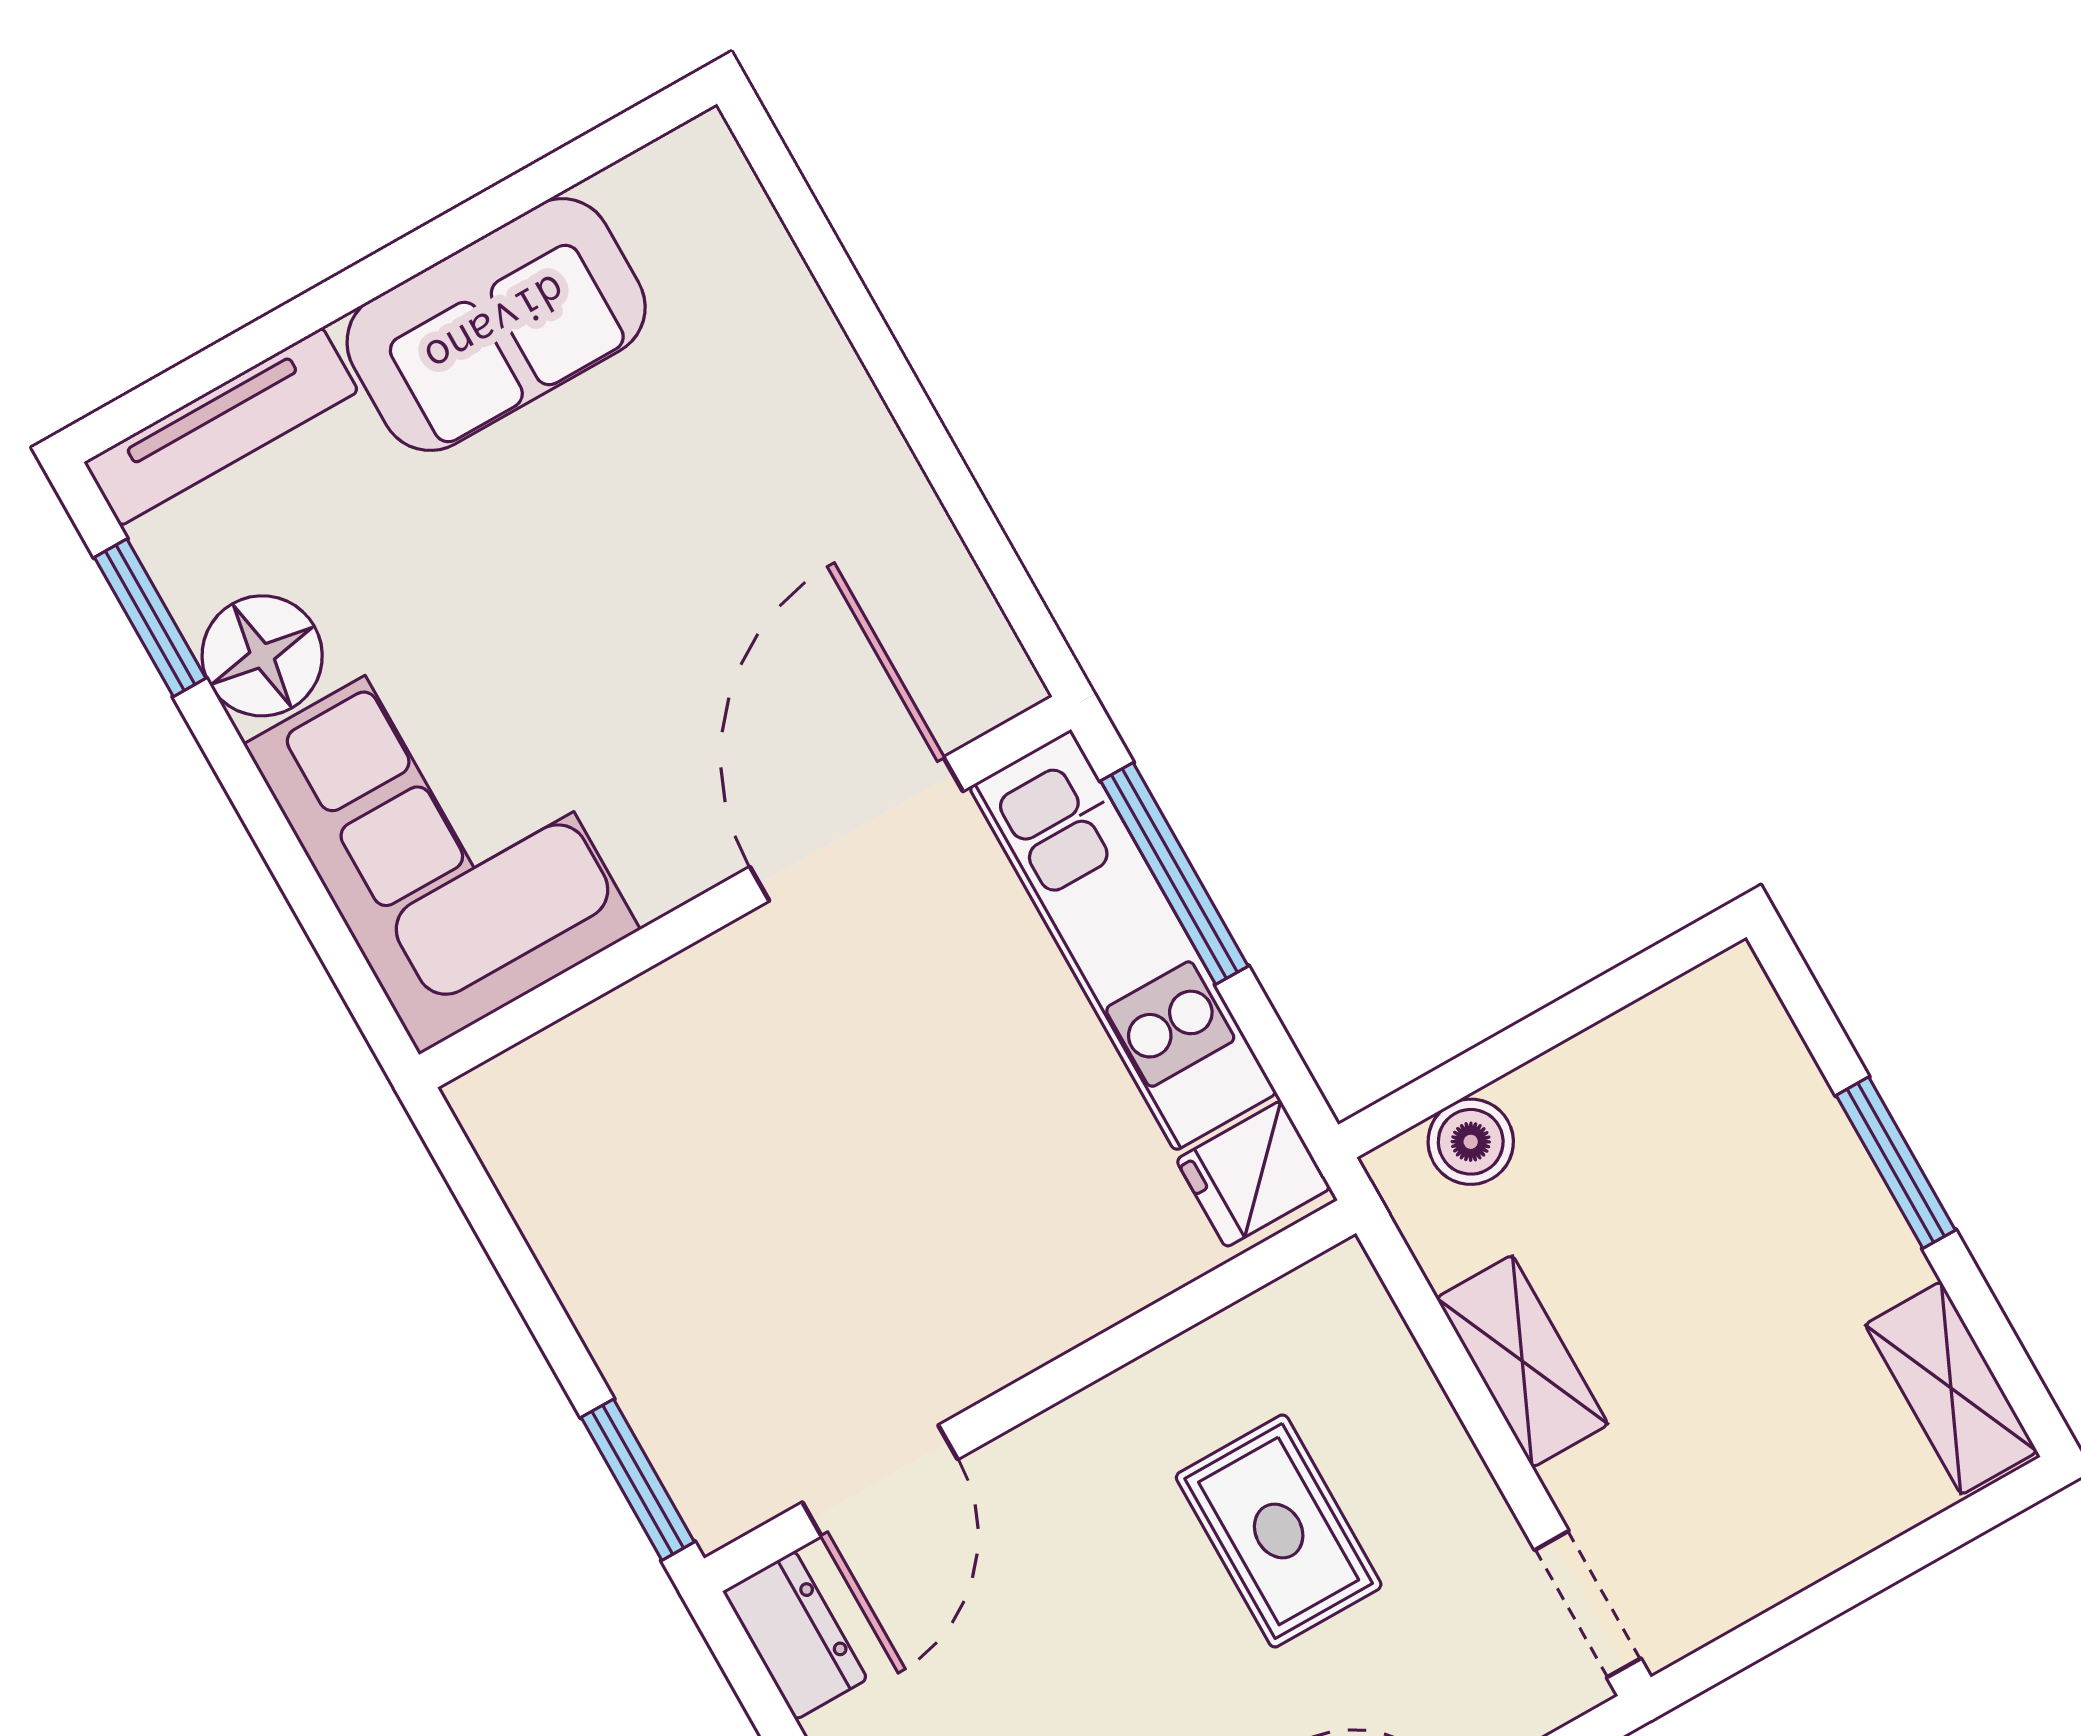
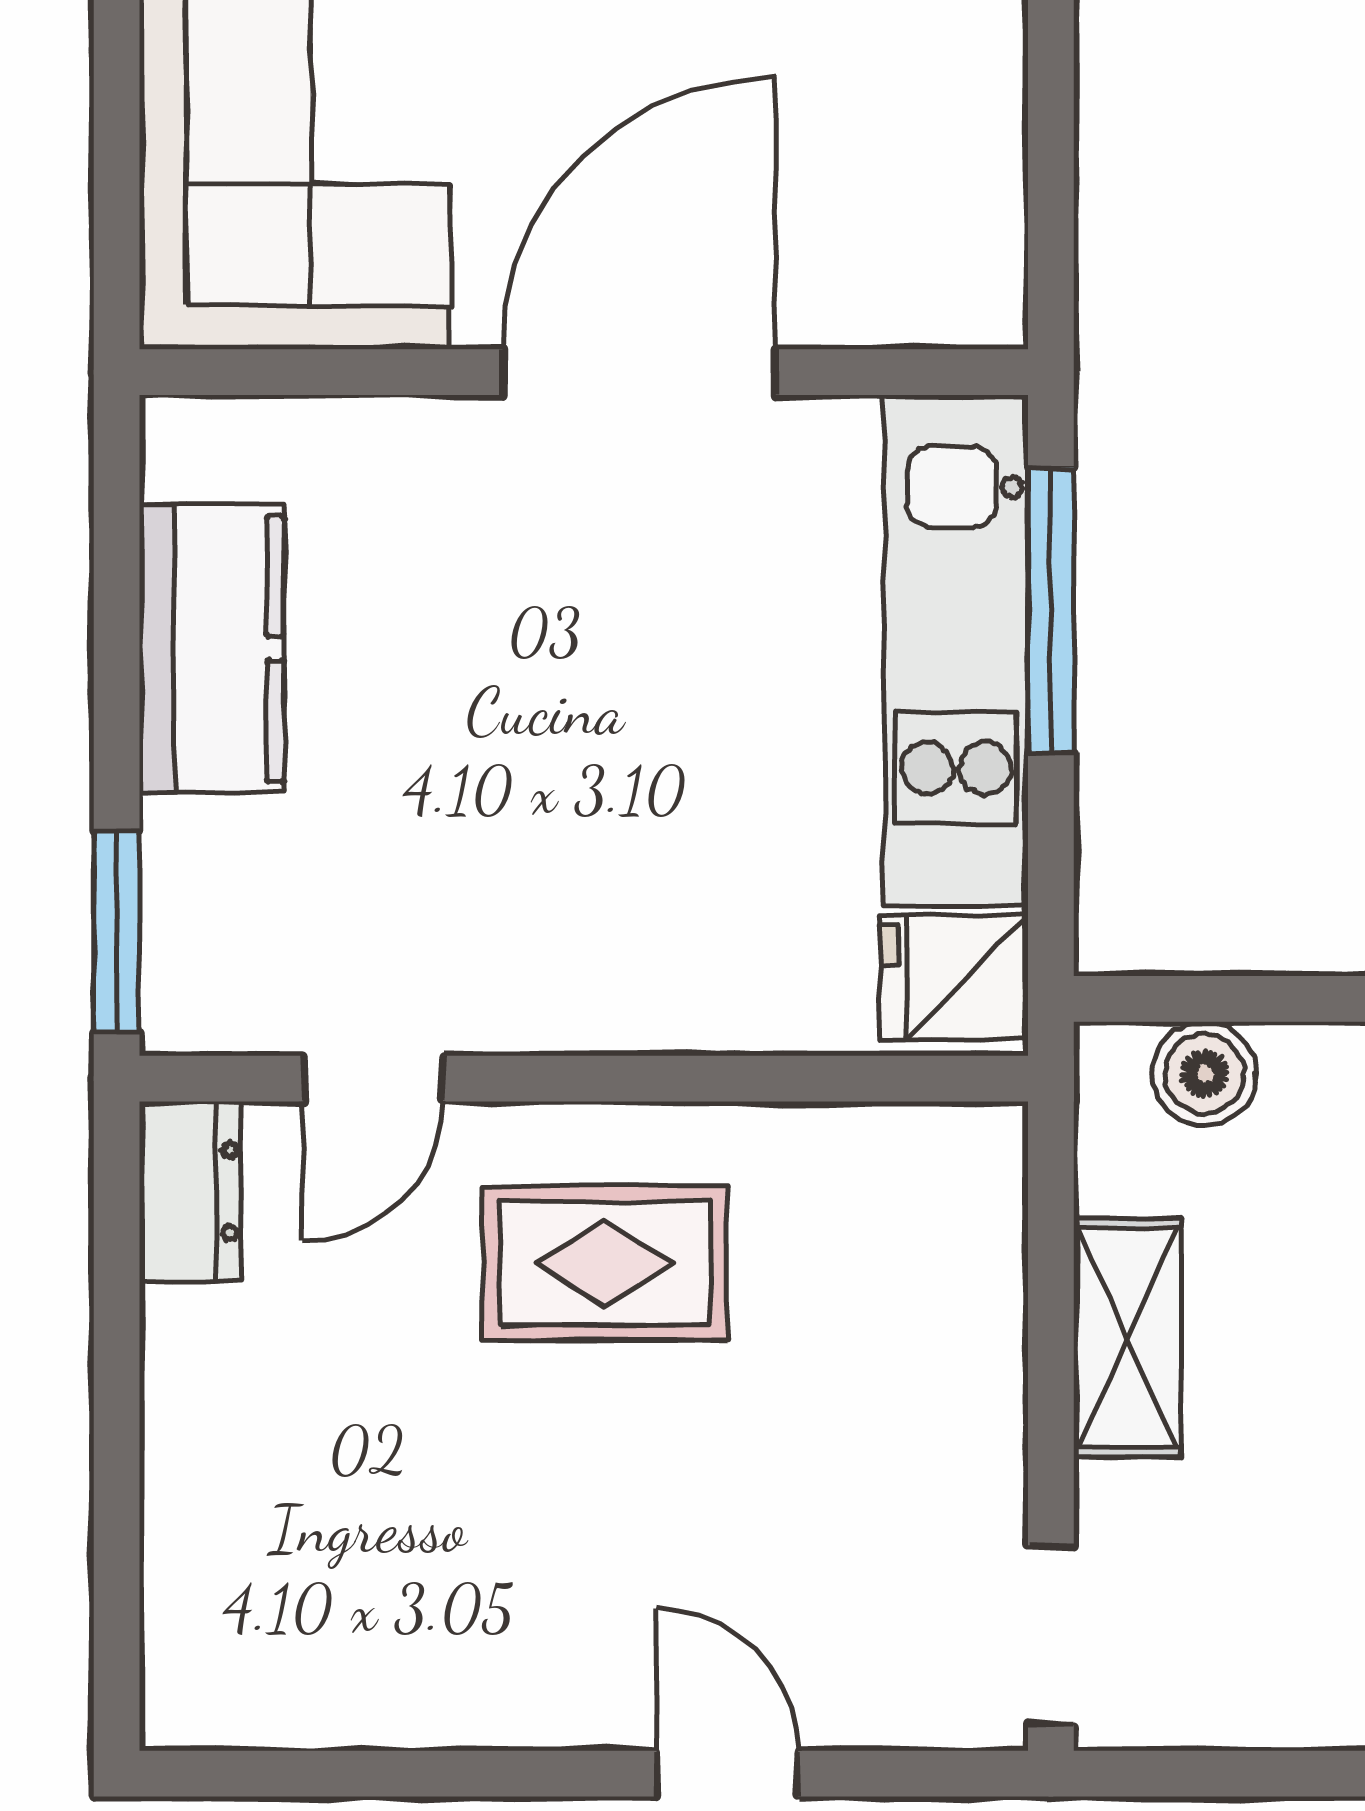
door: (856, 829) -> (639, 372), moved
kitchen counter: (591, 1239) -> (212, 649), added
door: (880, 1481) -> (373, 1079), width x0.73
rug: (1279, 1531) -> (605, 1263), moved, turned 90

